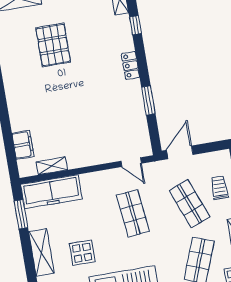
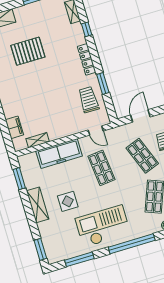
pallet: (53, 45) -> (28, 51), turned 90
locker: (130, 66) -> (87, 59), width x1.53
trolley: (127, 120) -> (89, 100), added
door: (180, 152) -> (140, 116), moved
freezer: (51, 192) -> (59, 153), moved

